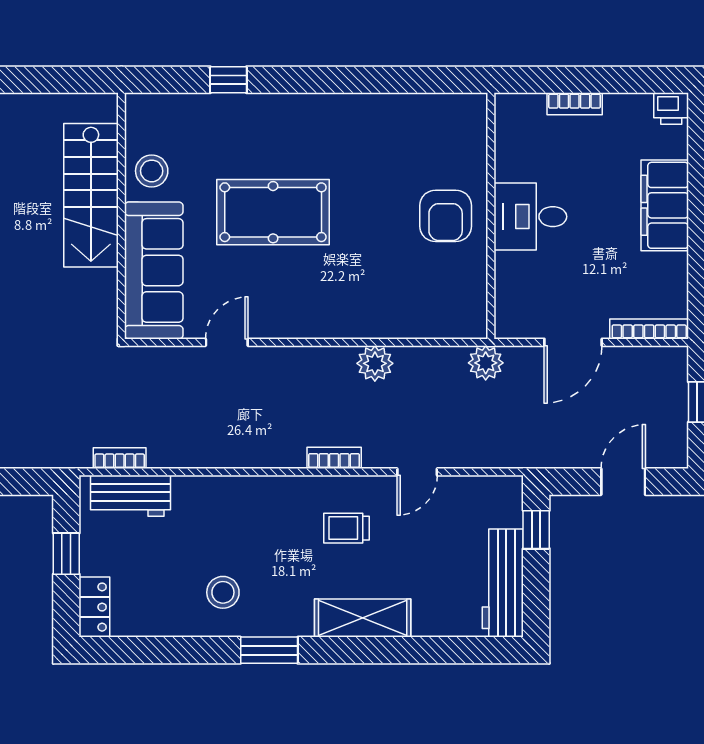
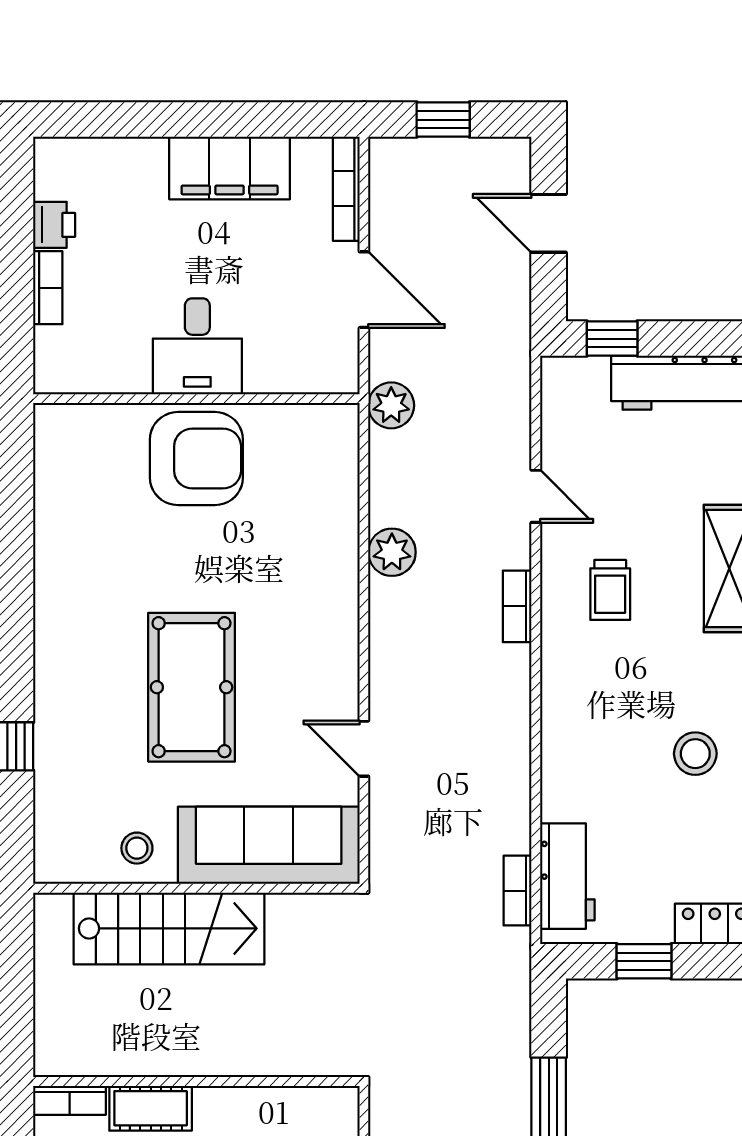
printer: (671, 109) -> (54, 225), moved
stool: (152, 171) -> (137, 848), width x0.73, depth x0.73
filing cabinet: (665, 205) -> (230, 168), moved
armchair: (446, 216) -> (196, 459), width x1.36, depth x1.36

